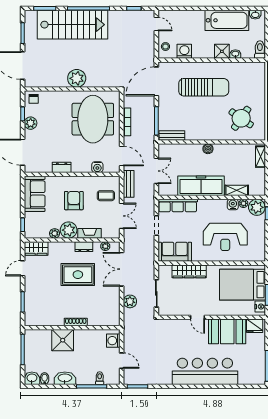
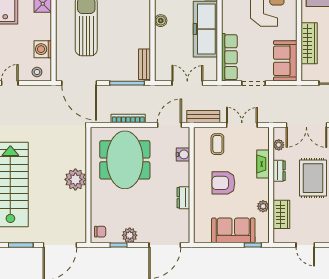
meeting table: (93, 119) -> (125, 160), turned 90
sofa: (35, 194) -> (233, 230), moved
plant: (69, 230) -> (259, 189), removed
wardrobe: (36, 249) -> (281, 214), moved

